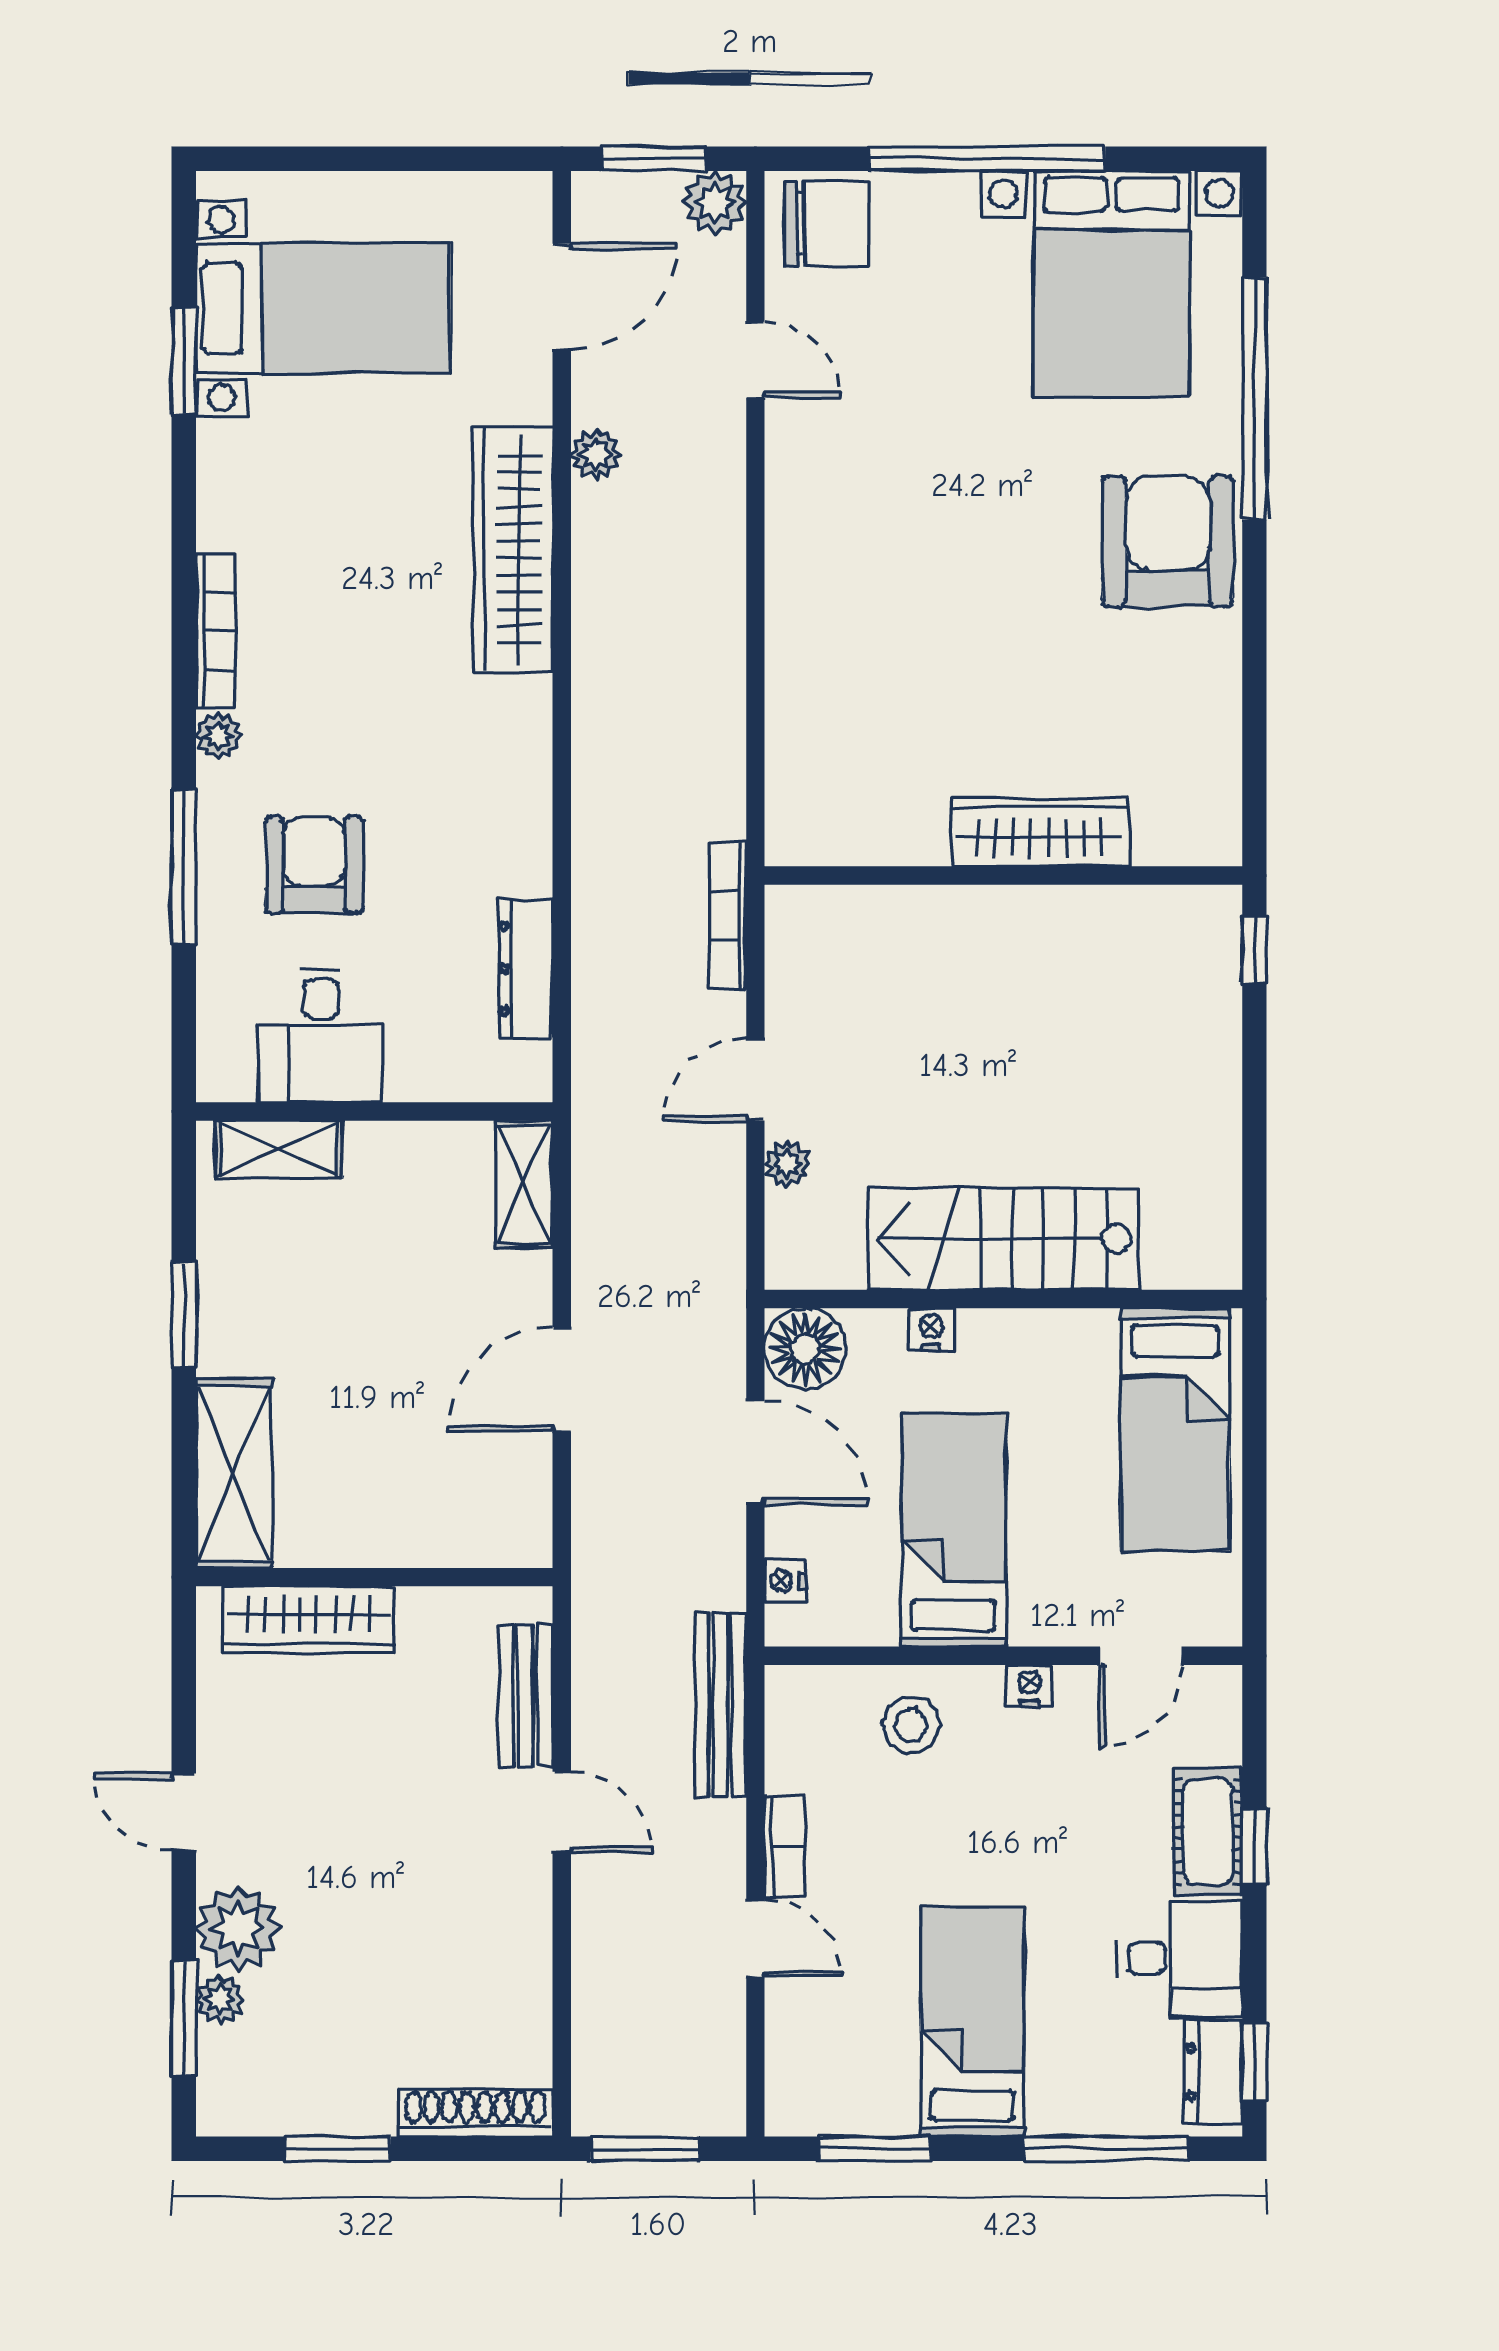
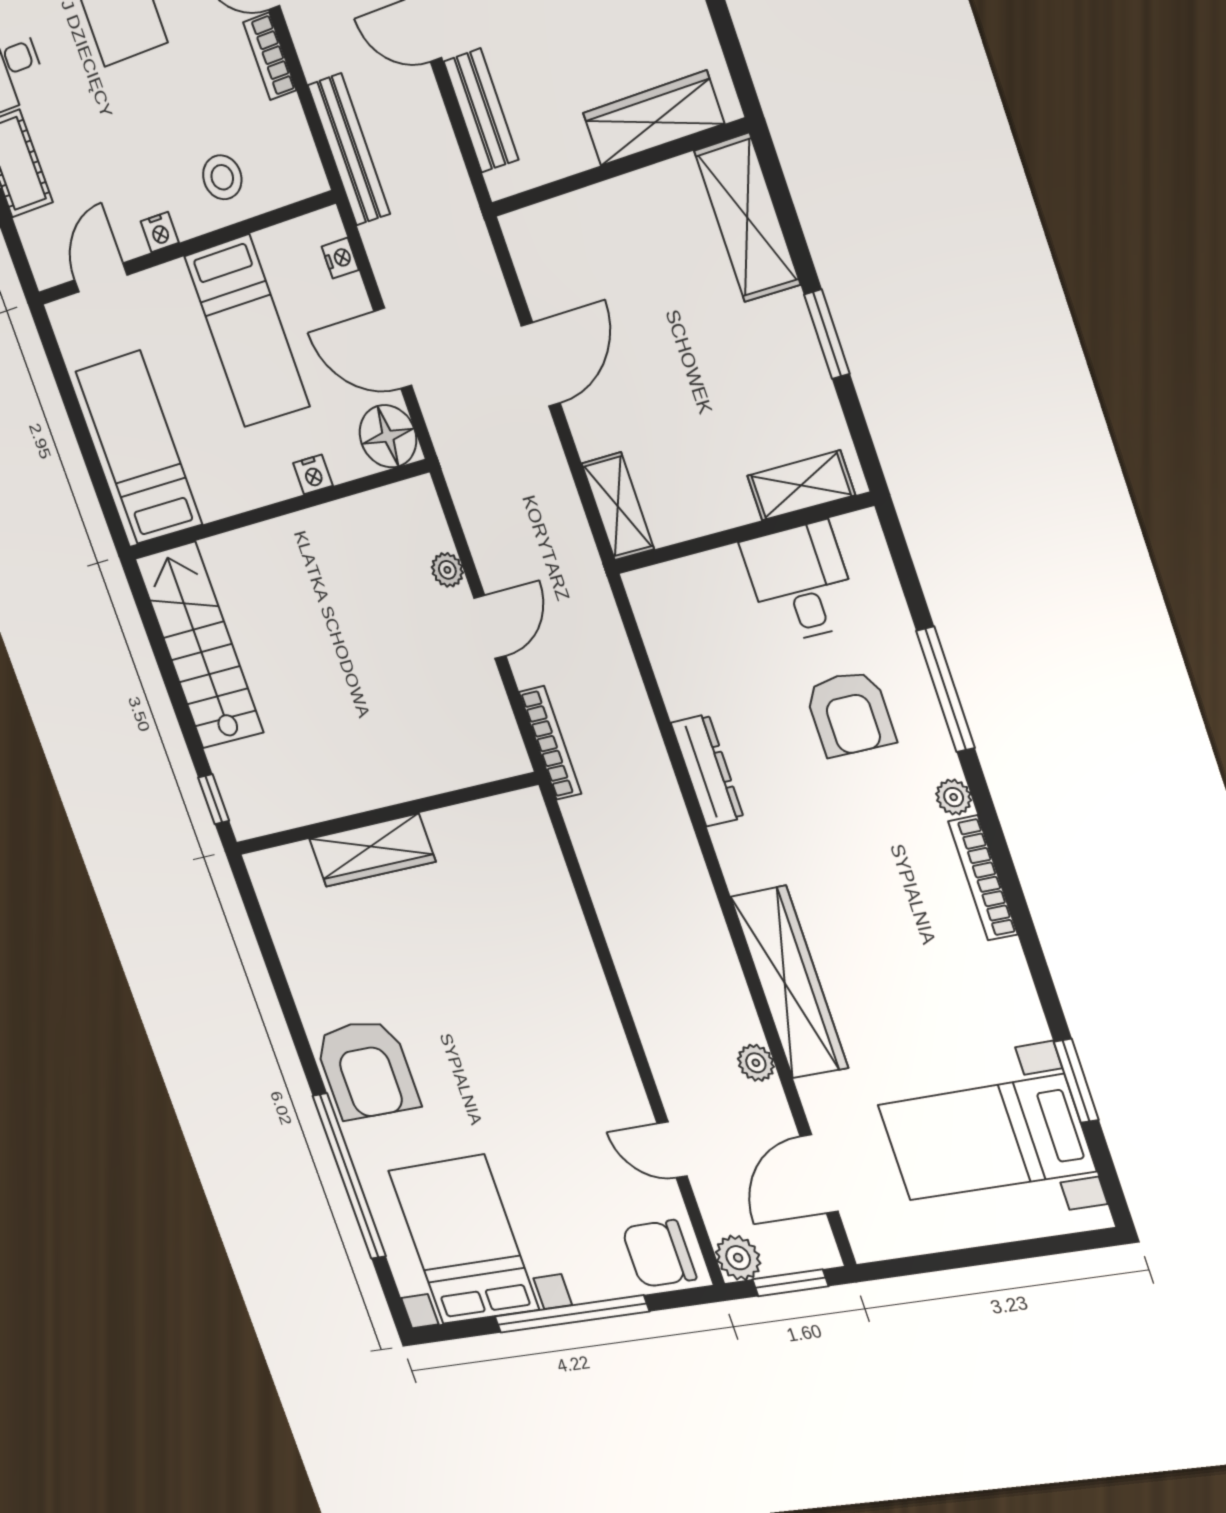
dresser: (526, 968) -> (707, 770), moved
stairs: (1003, 1239) -> (199, 645), moved, turned -90

